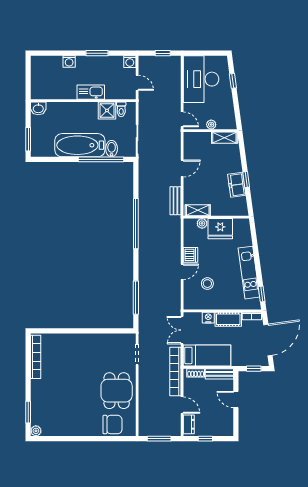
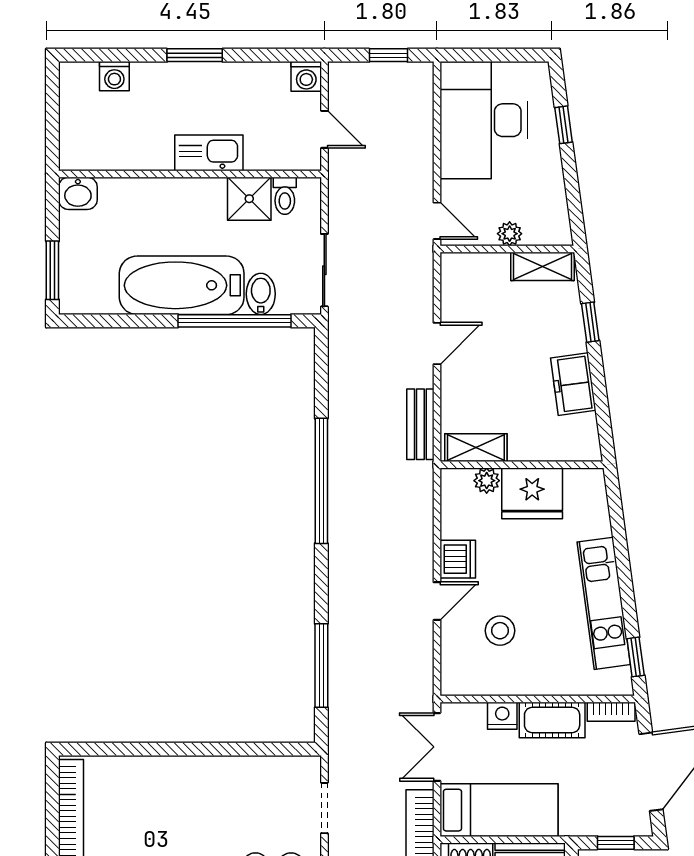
window: (97, 53) -> (195, 55), moved
washing machine: (69, 61) -> (114, 76), moved
window: (246, 180) -> (590, 322), moved

